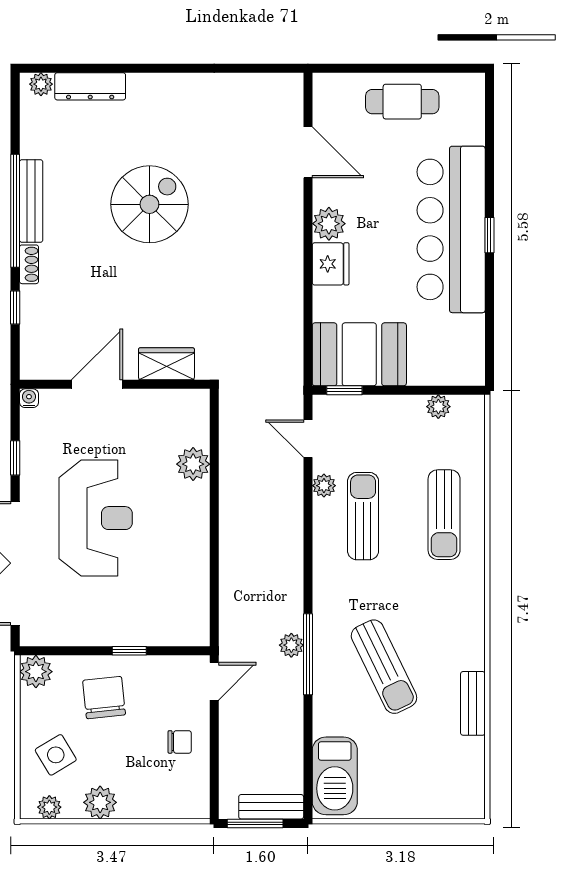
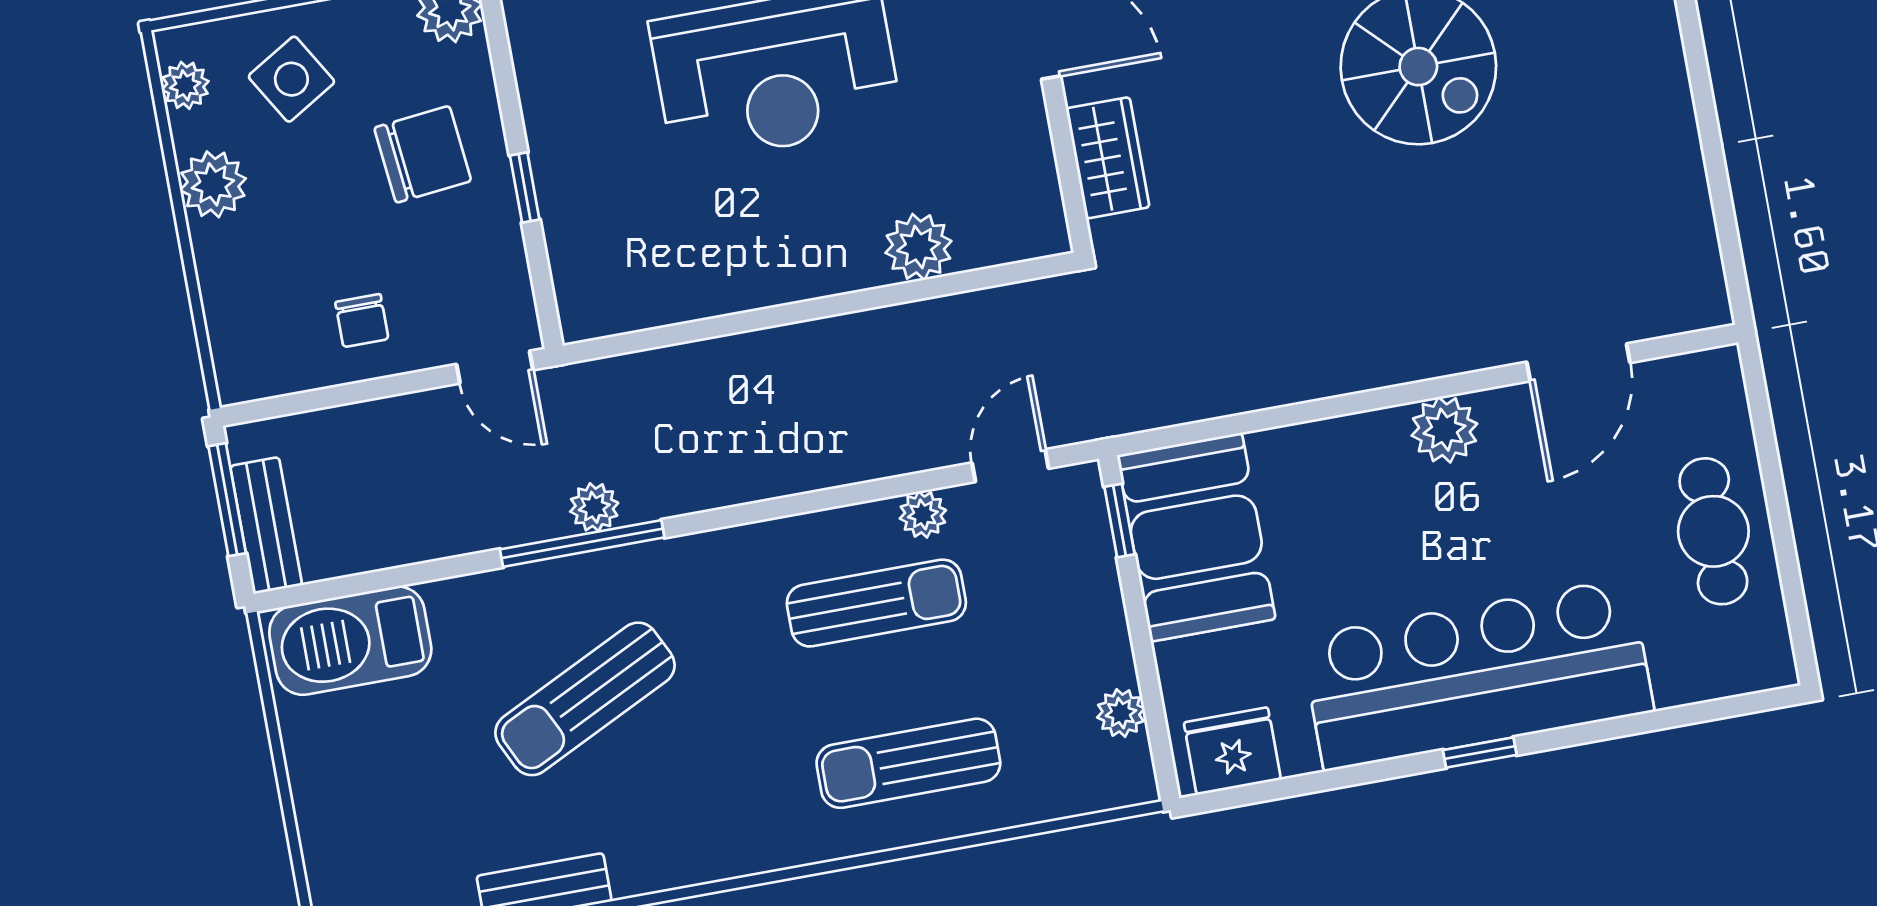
fridge: (331, 264) -> (1232, 751), moved, turned 180

